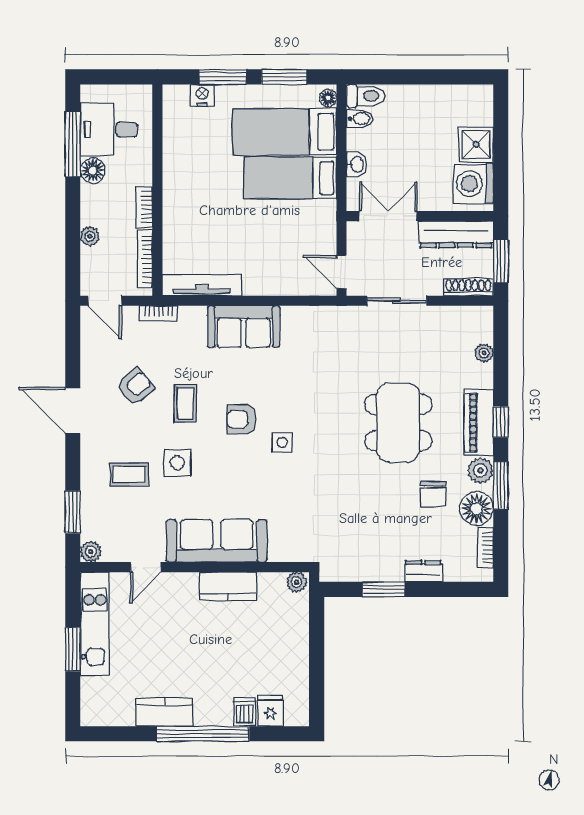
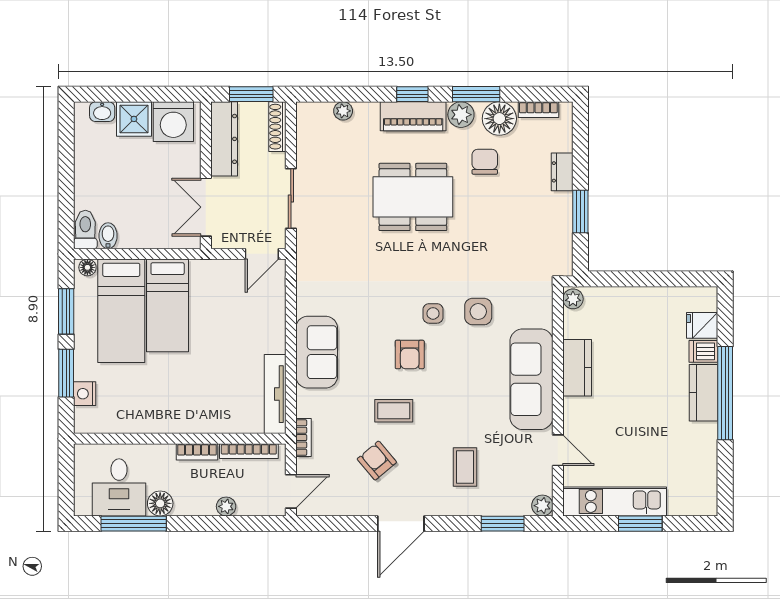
washbasin: (357, 164) -> (102, 112), moved, turned 180
side table: (177, 463) -> (478, 312), moved
chair: (433, 494) -> (485, 162), turned -90
kitchen counter: (165, 712) -> (704, 393), moved

